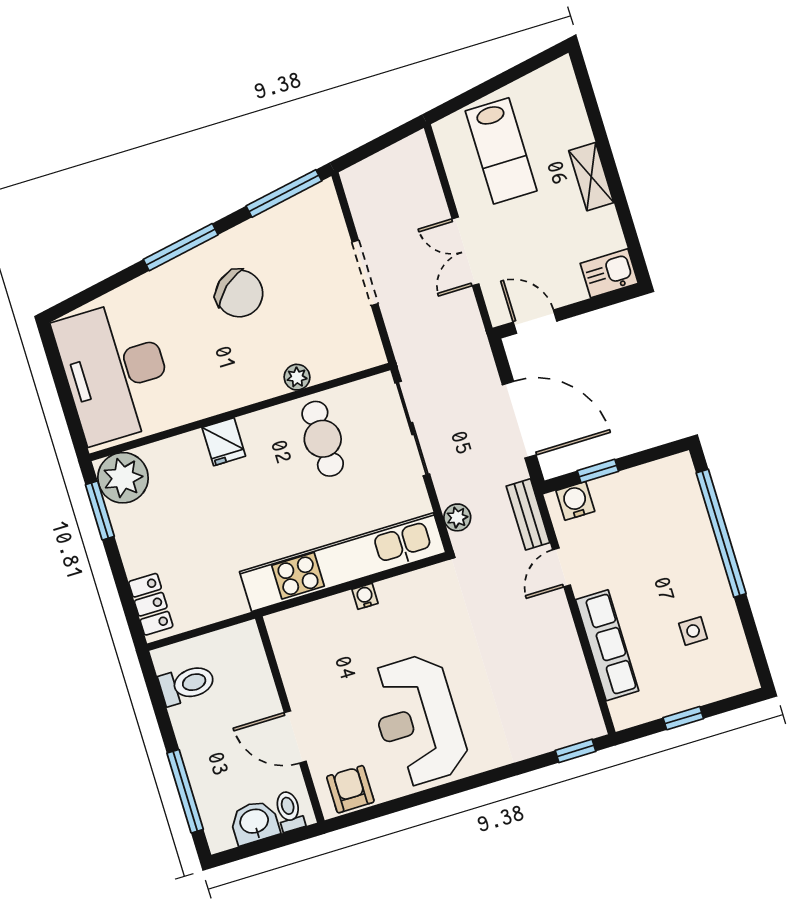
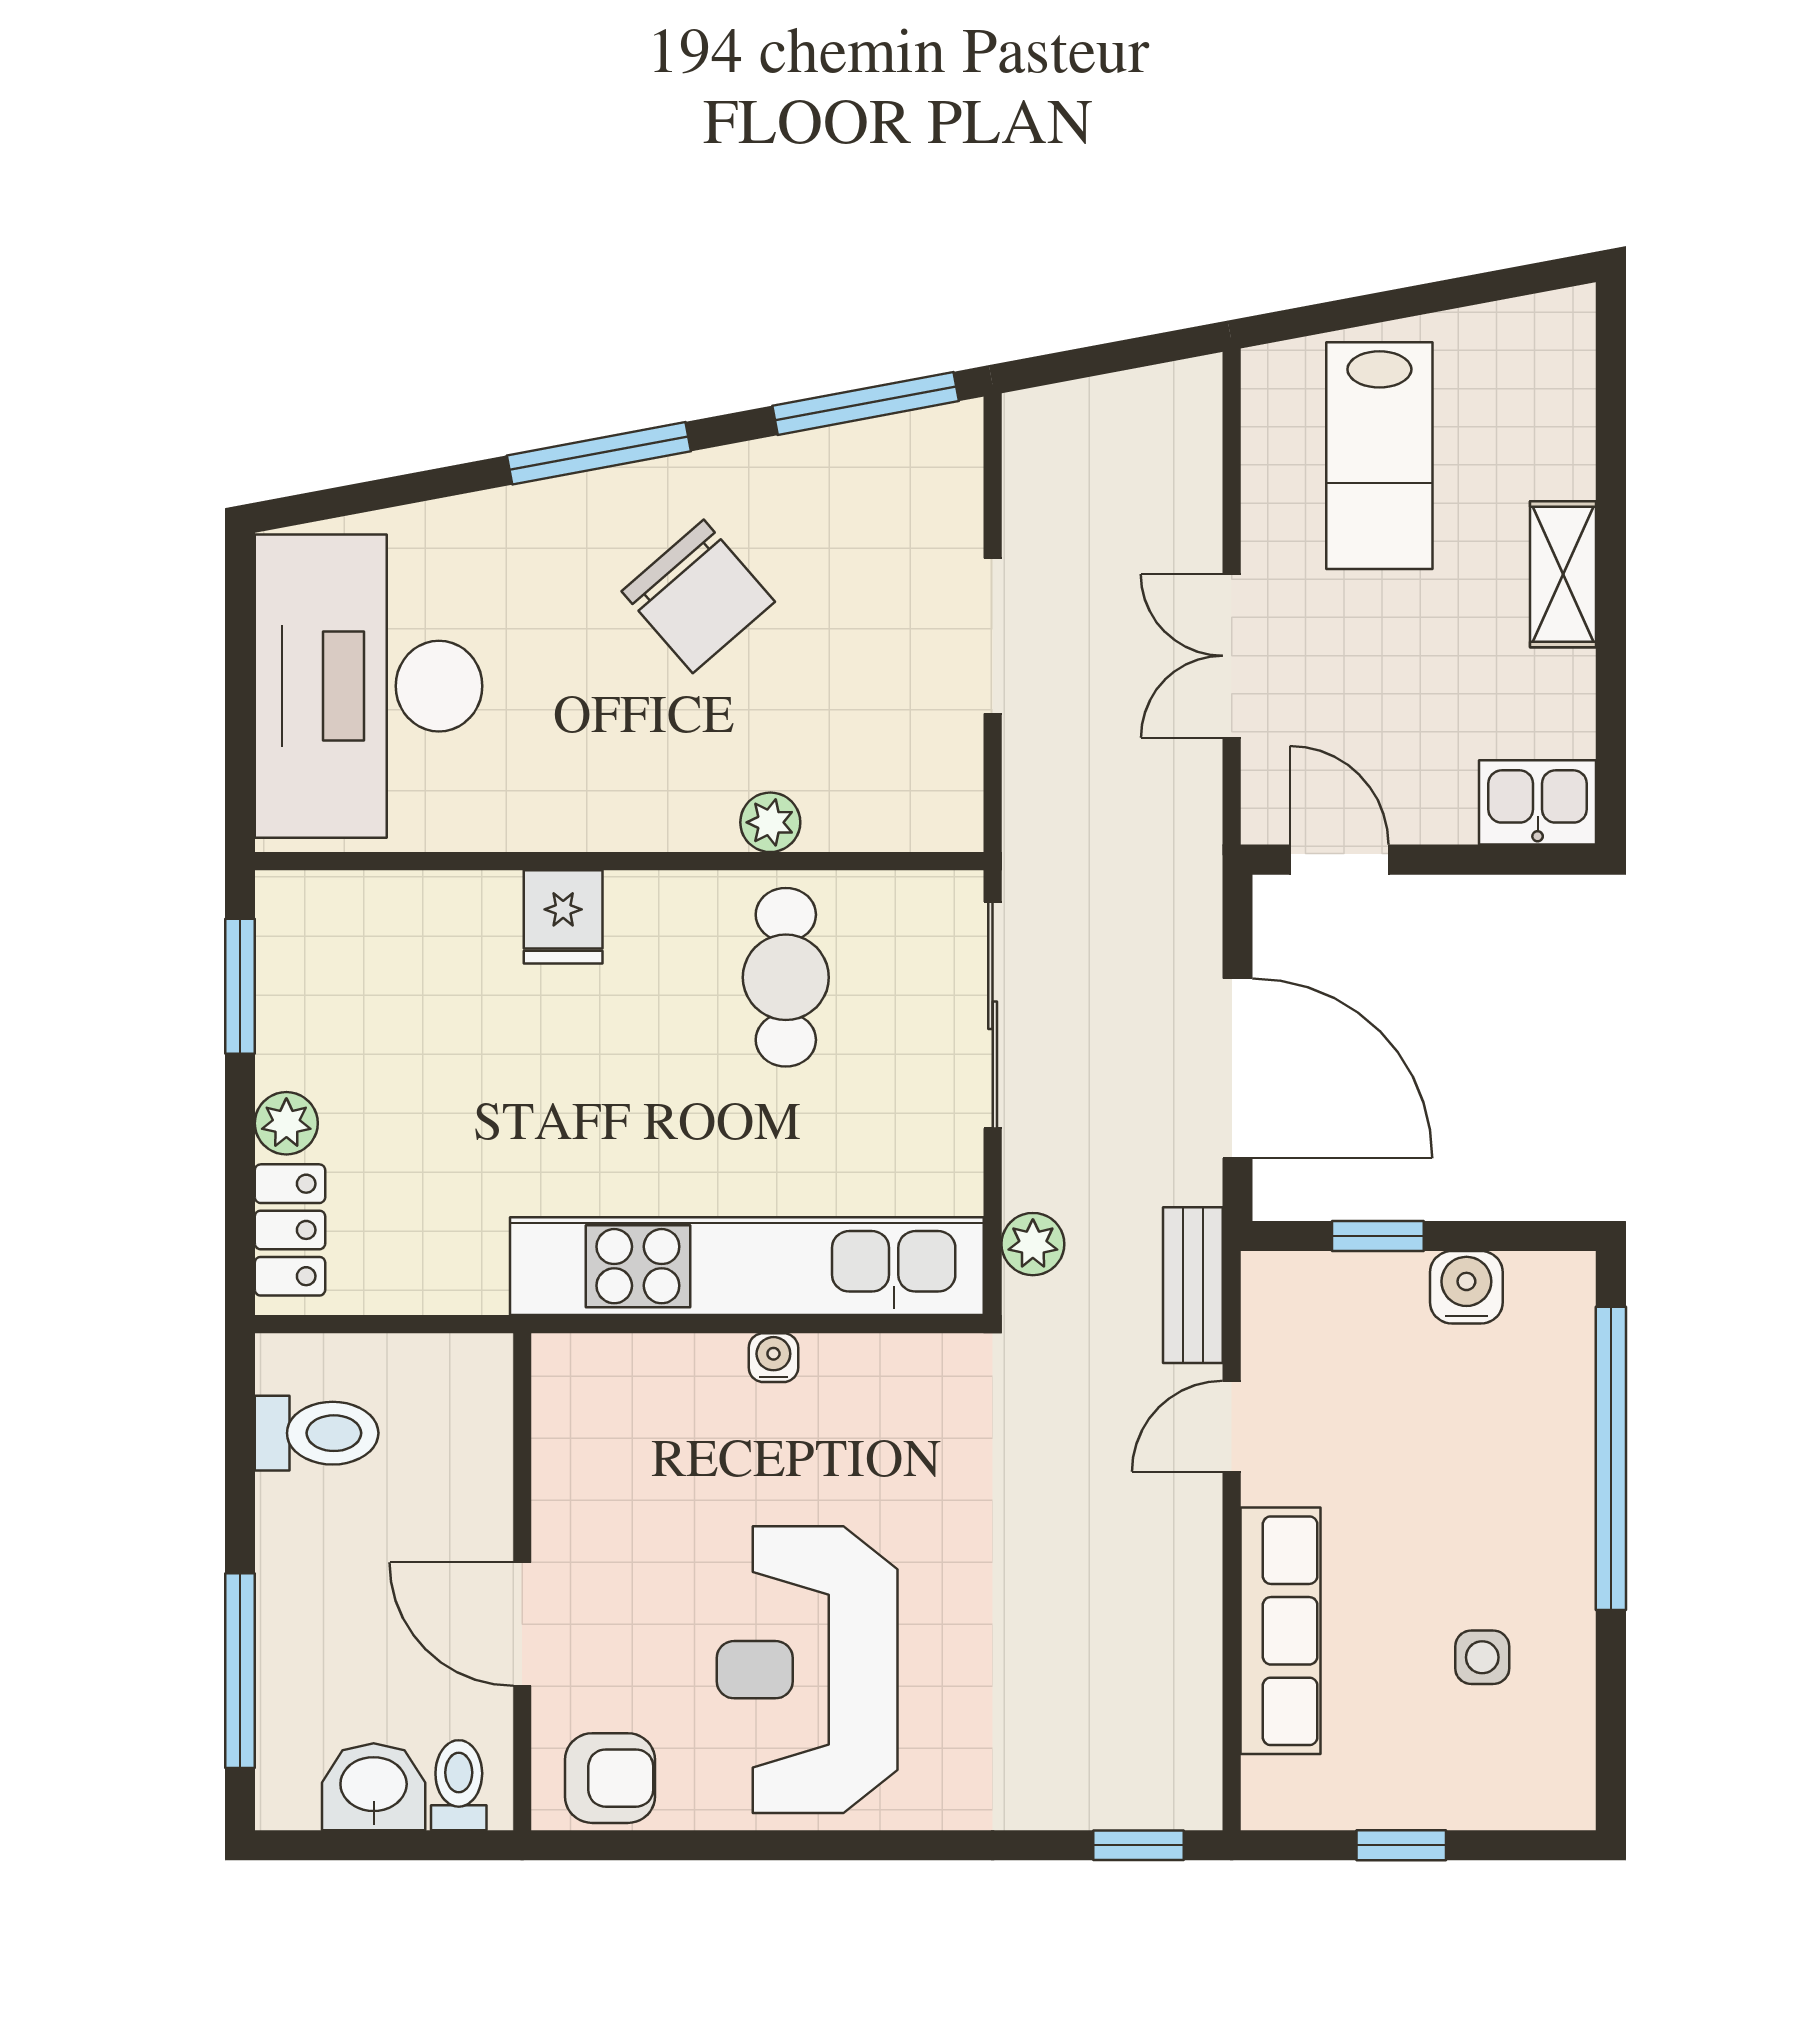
plant: (123, 478) -> (286, 1123), moved, width x0.53, depth x0.53
water cooler: (575, 501) -> (1466, 1287), moved
armchair: (350, 789) -> (610, 1778), turned 90

